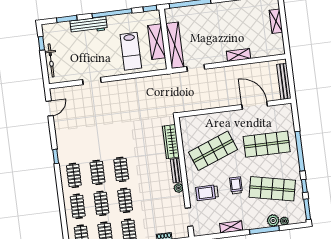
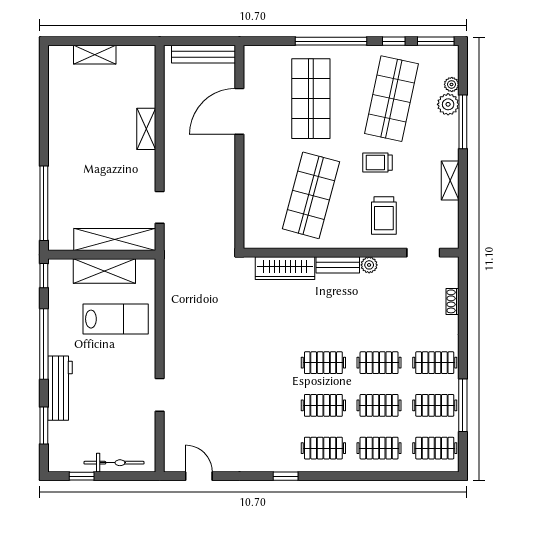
shop shelf: (213, 151) -> (311, 195), turned 36

